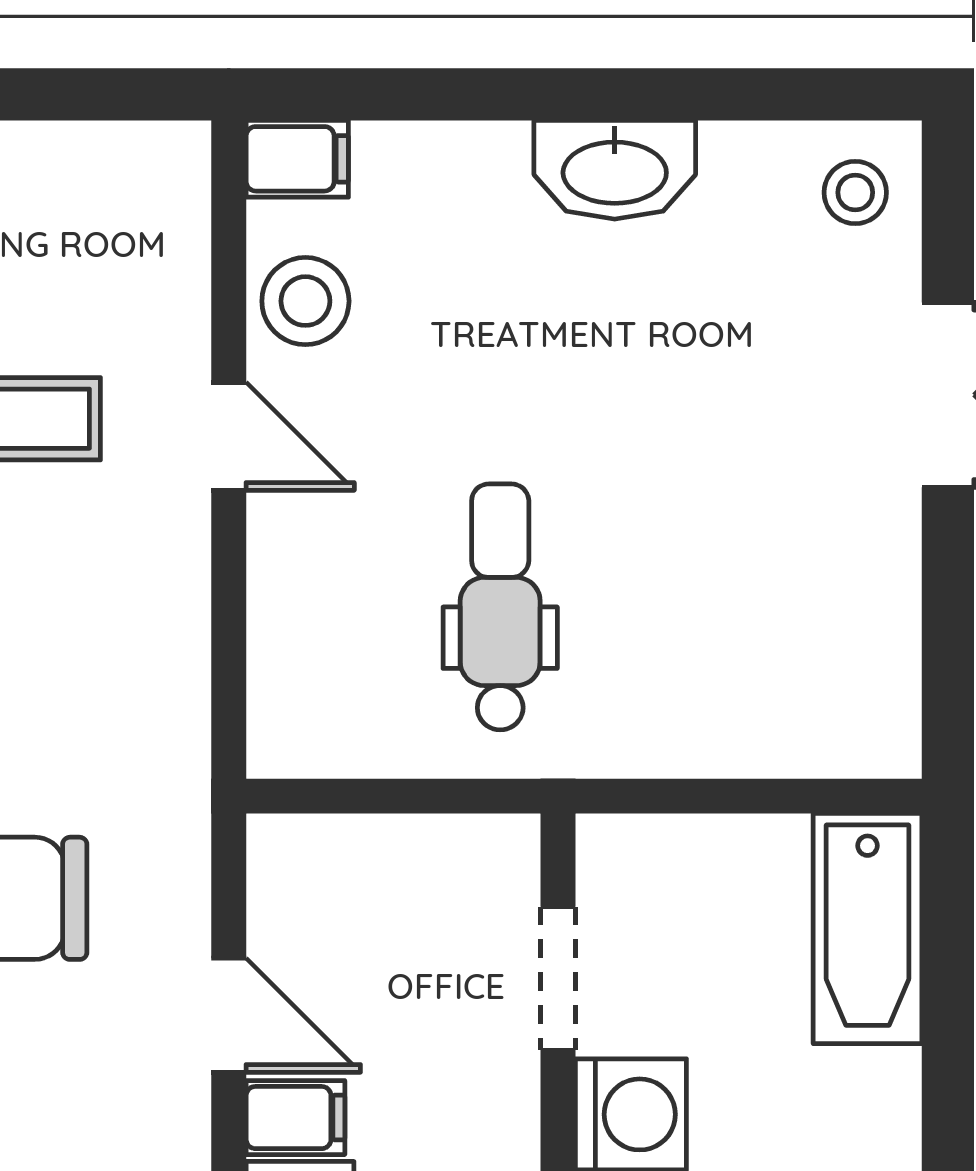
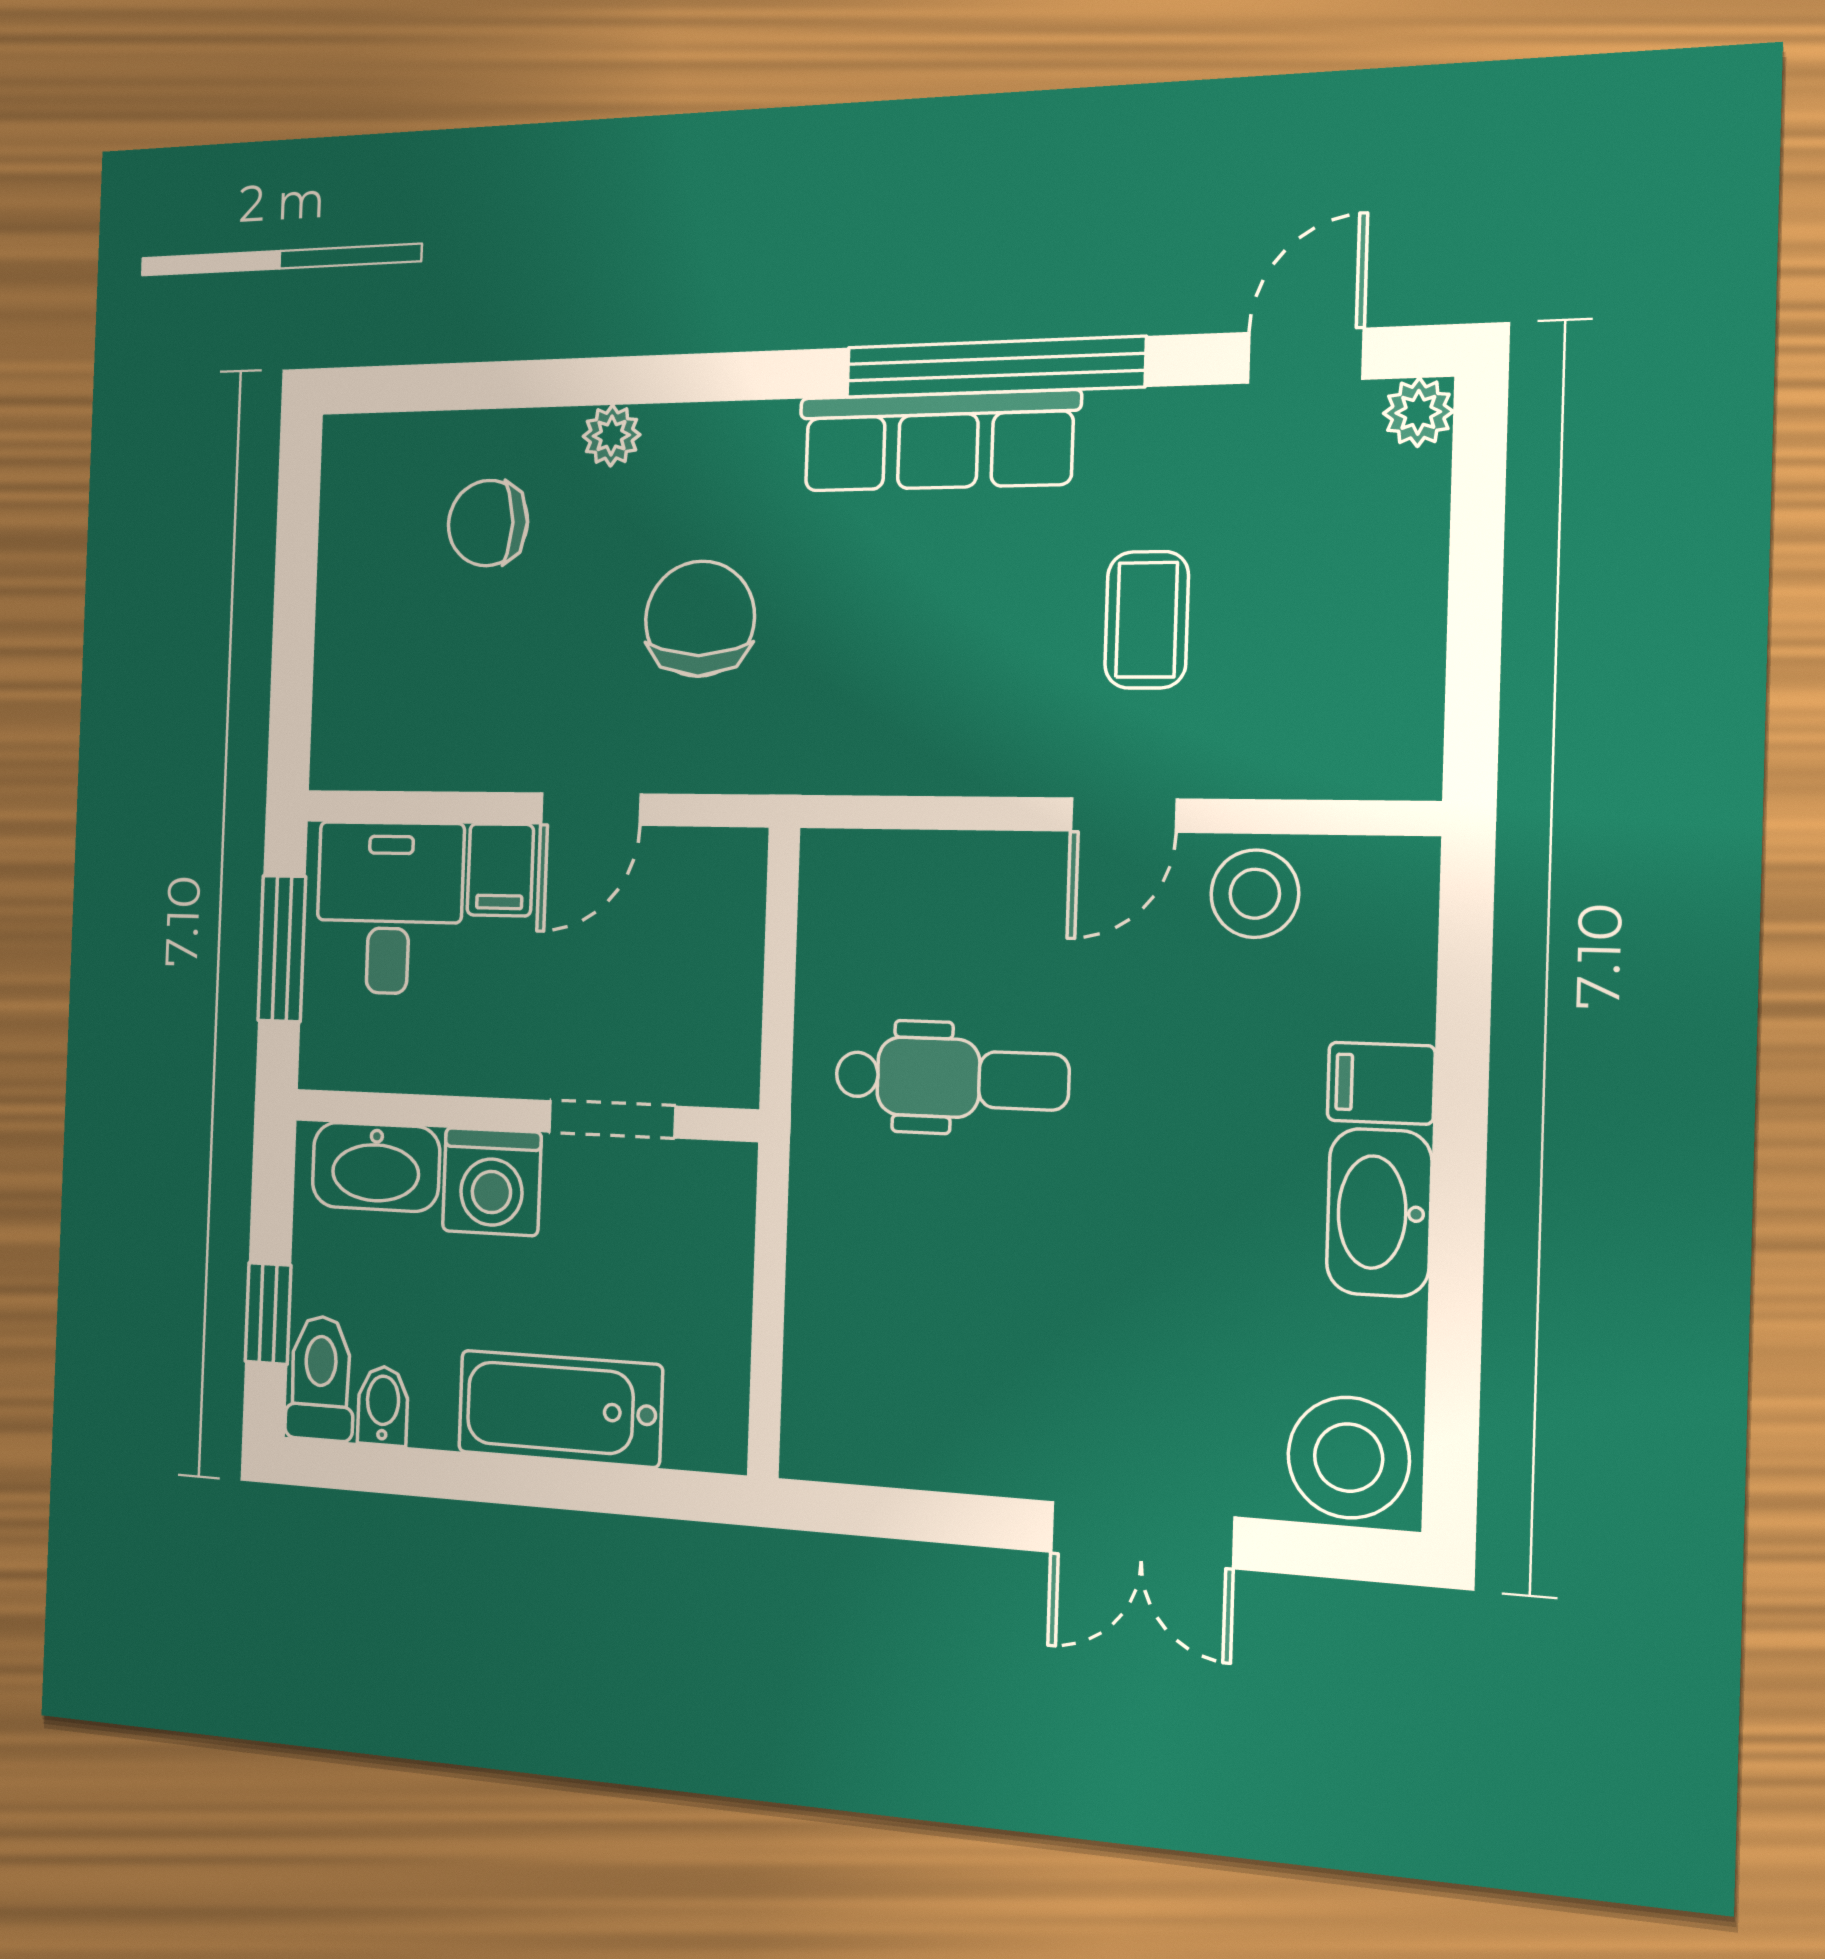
filing cabinet: (297, 159) -> (1381, 1083), moved, turned 90
stool: (855, 192) -> (1349, 1458), width x1.89, depth x1.89
bathtub: (868, 929) -> (560, 1408), moved

